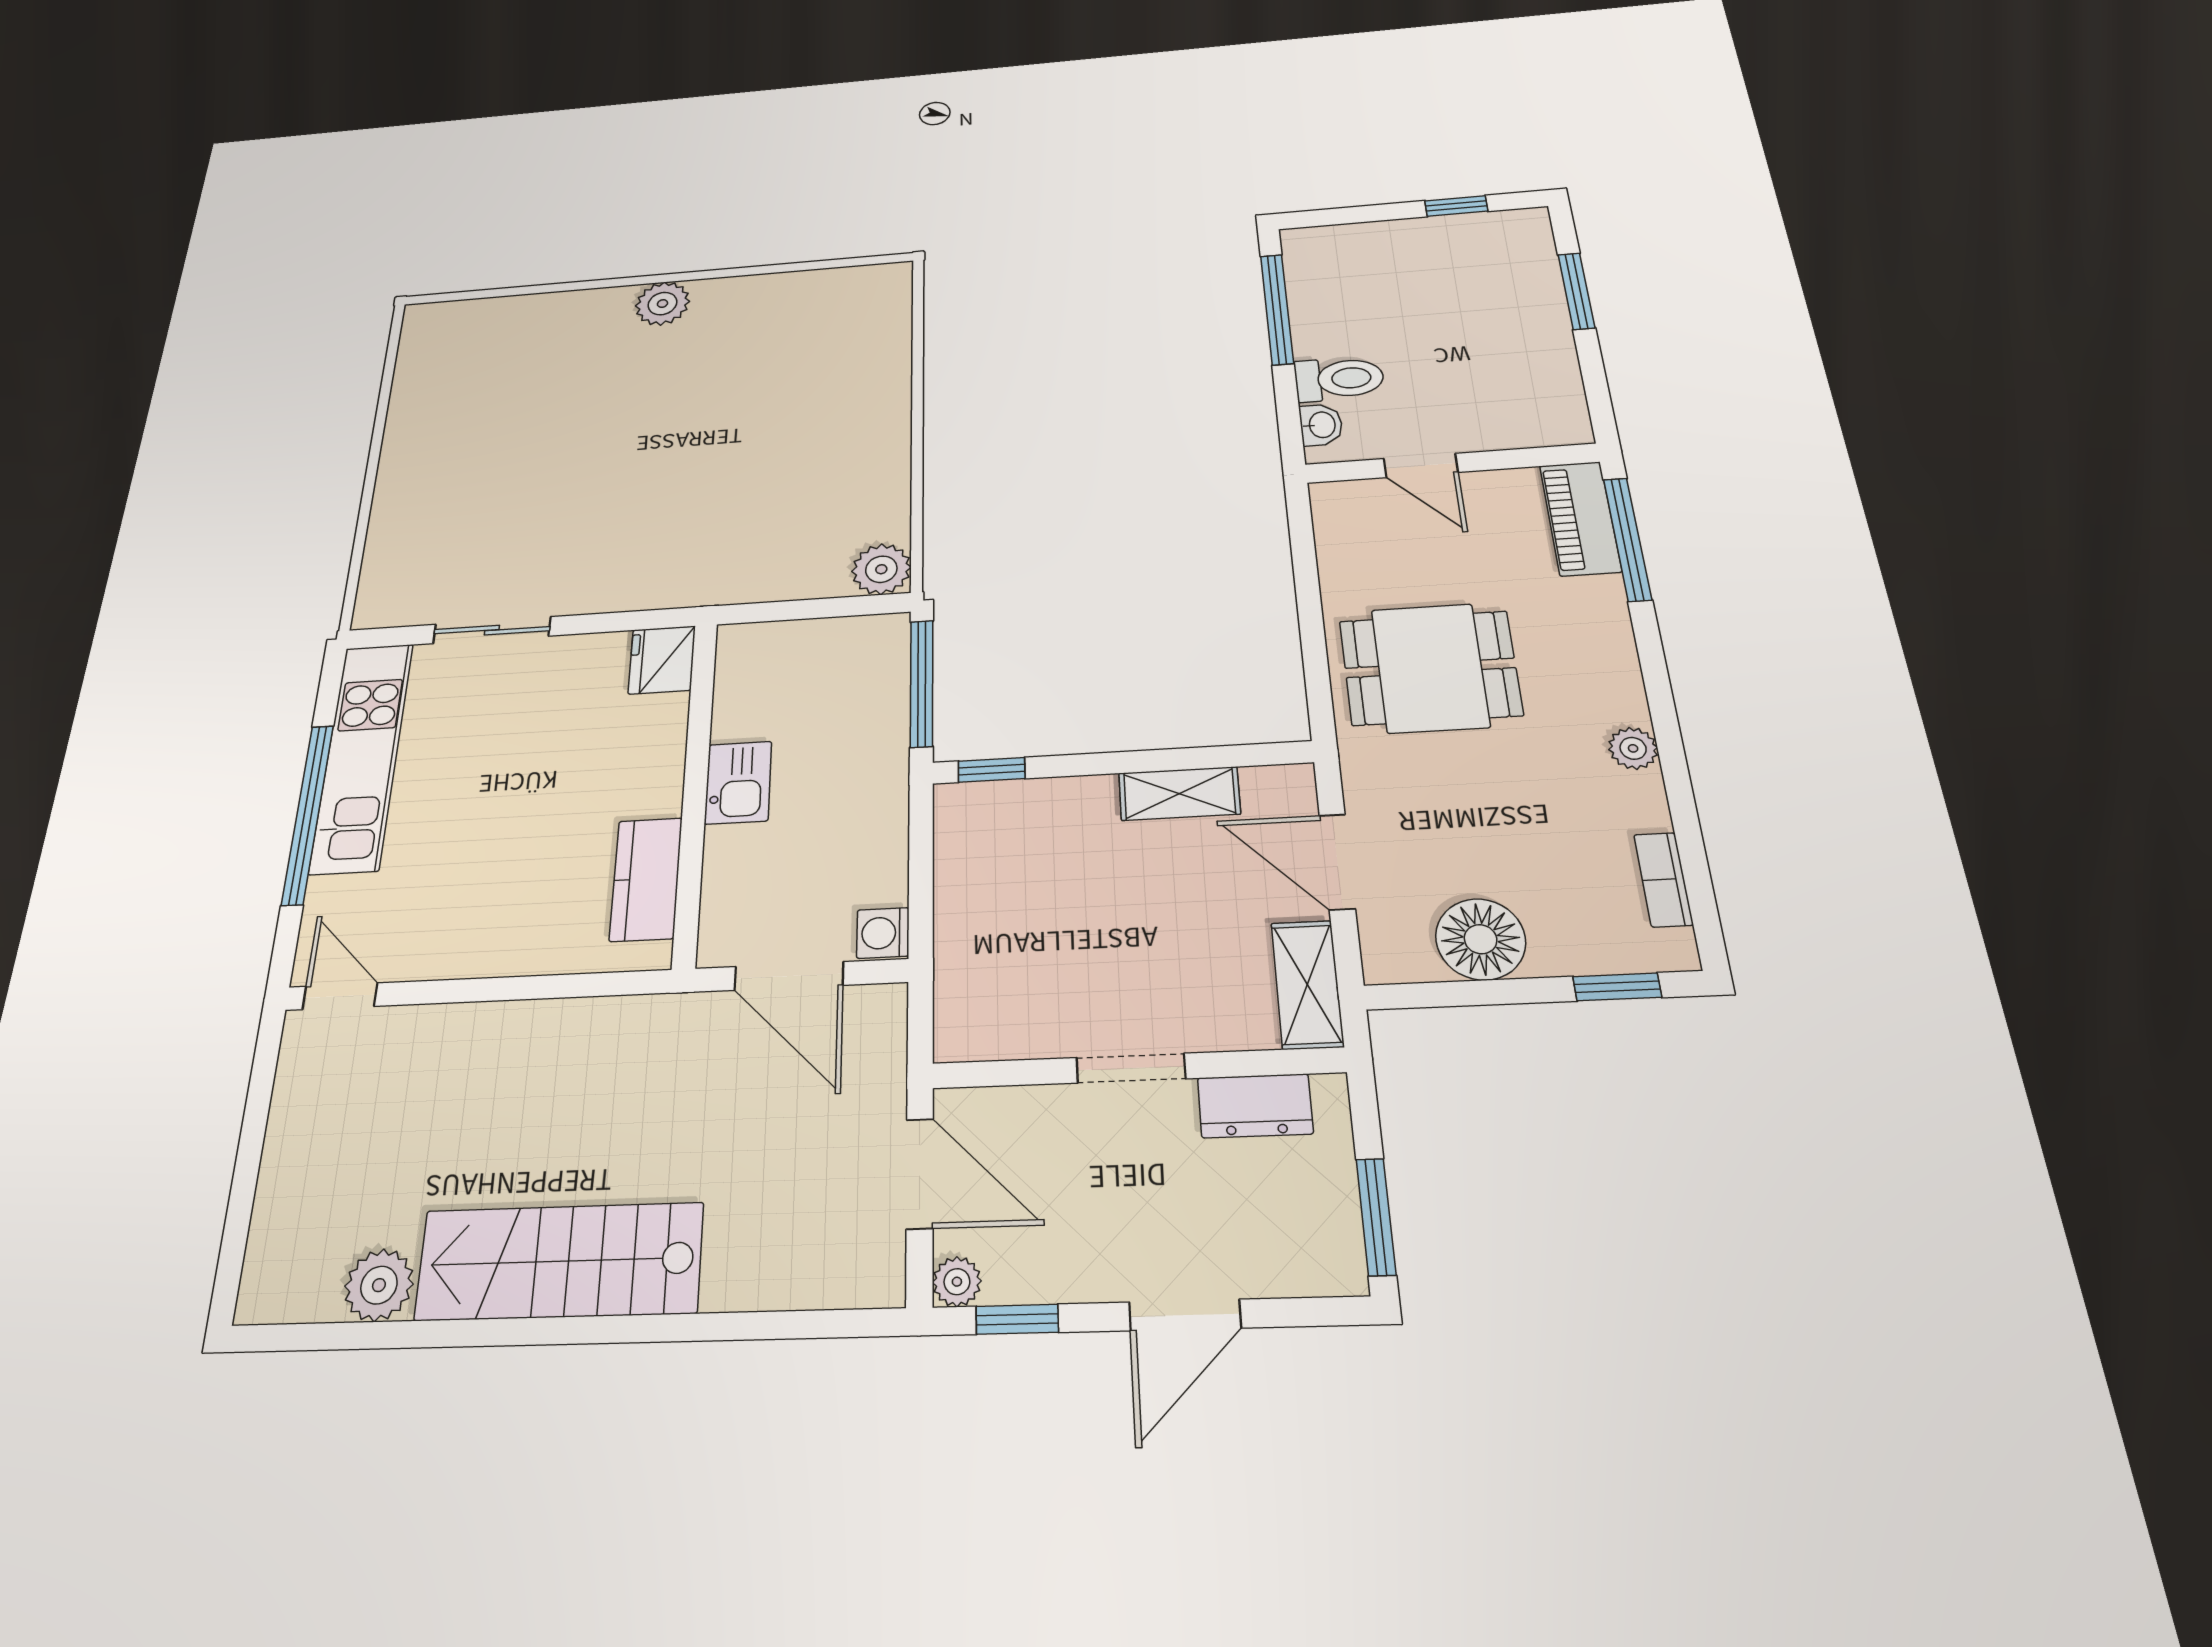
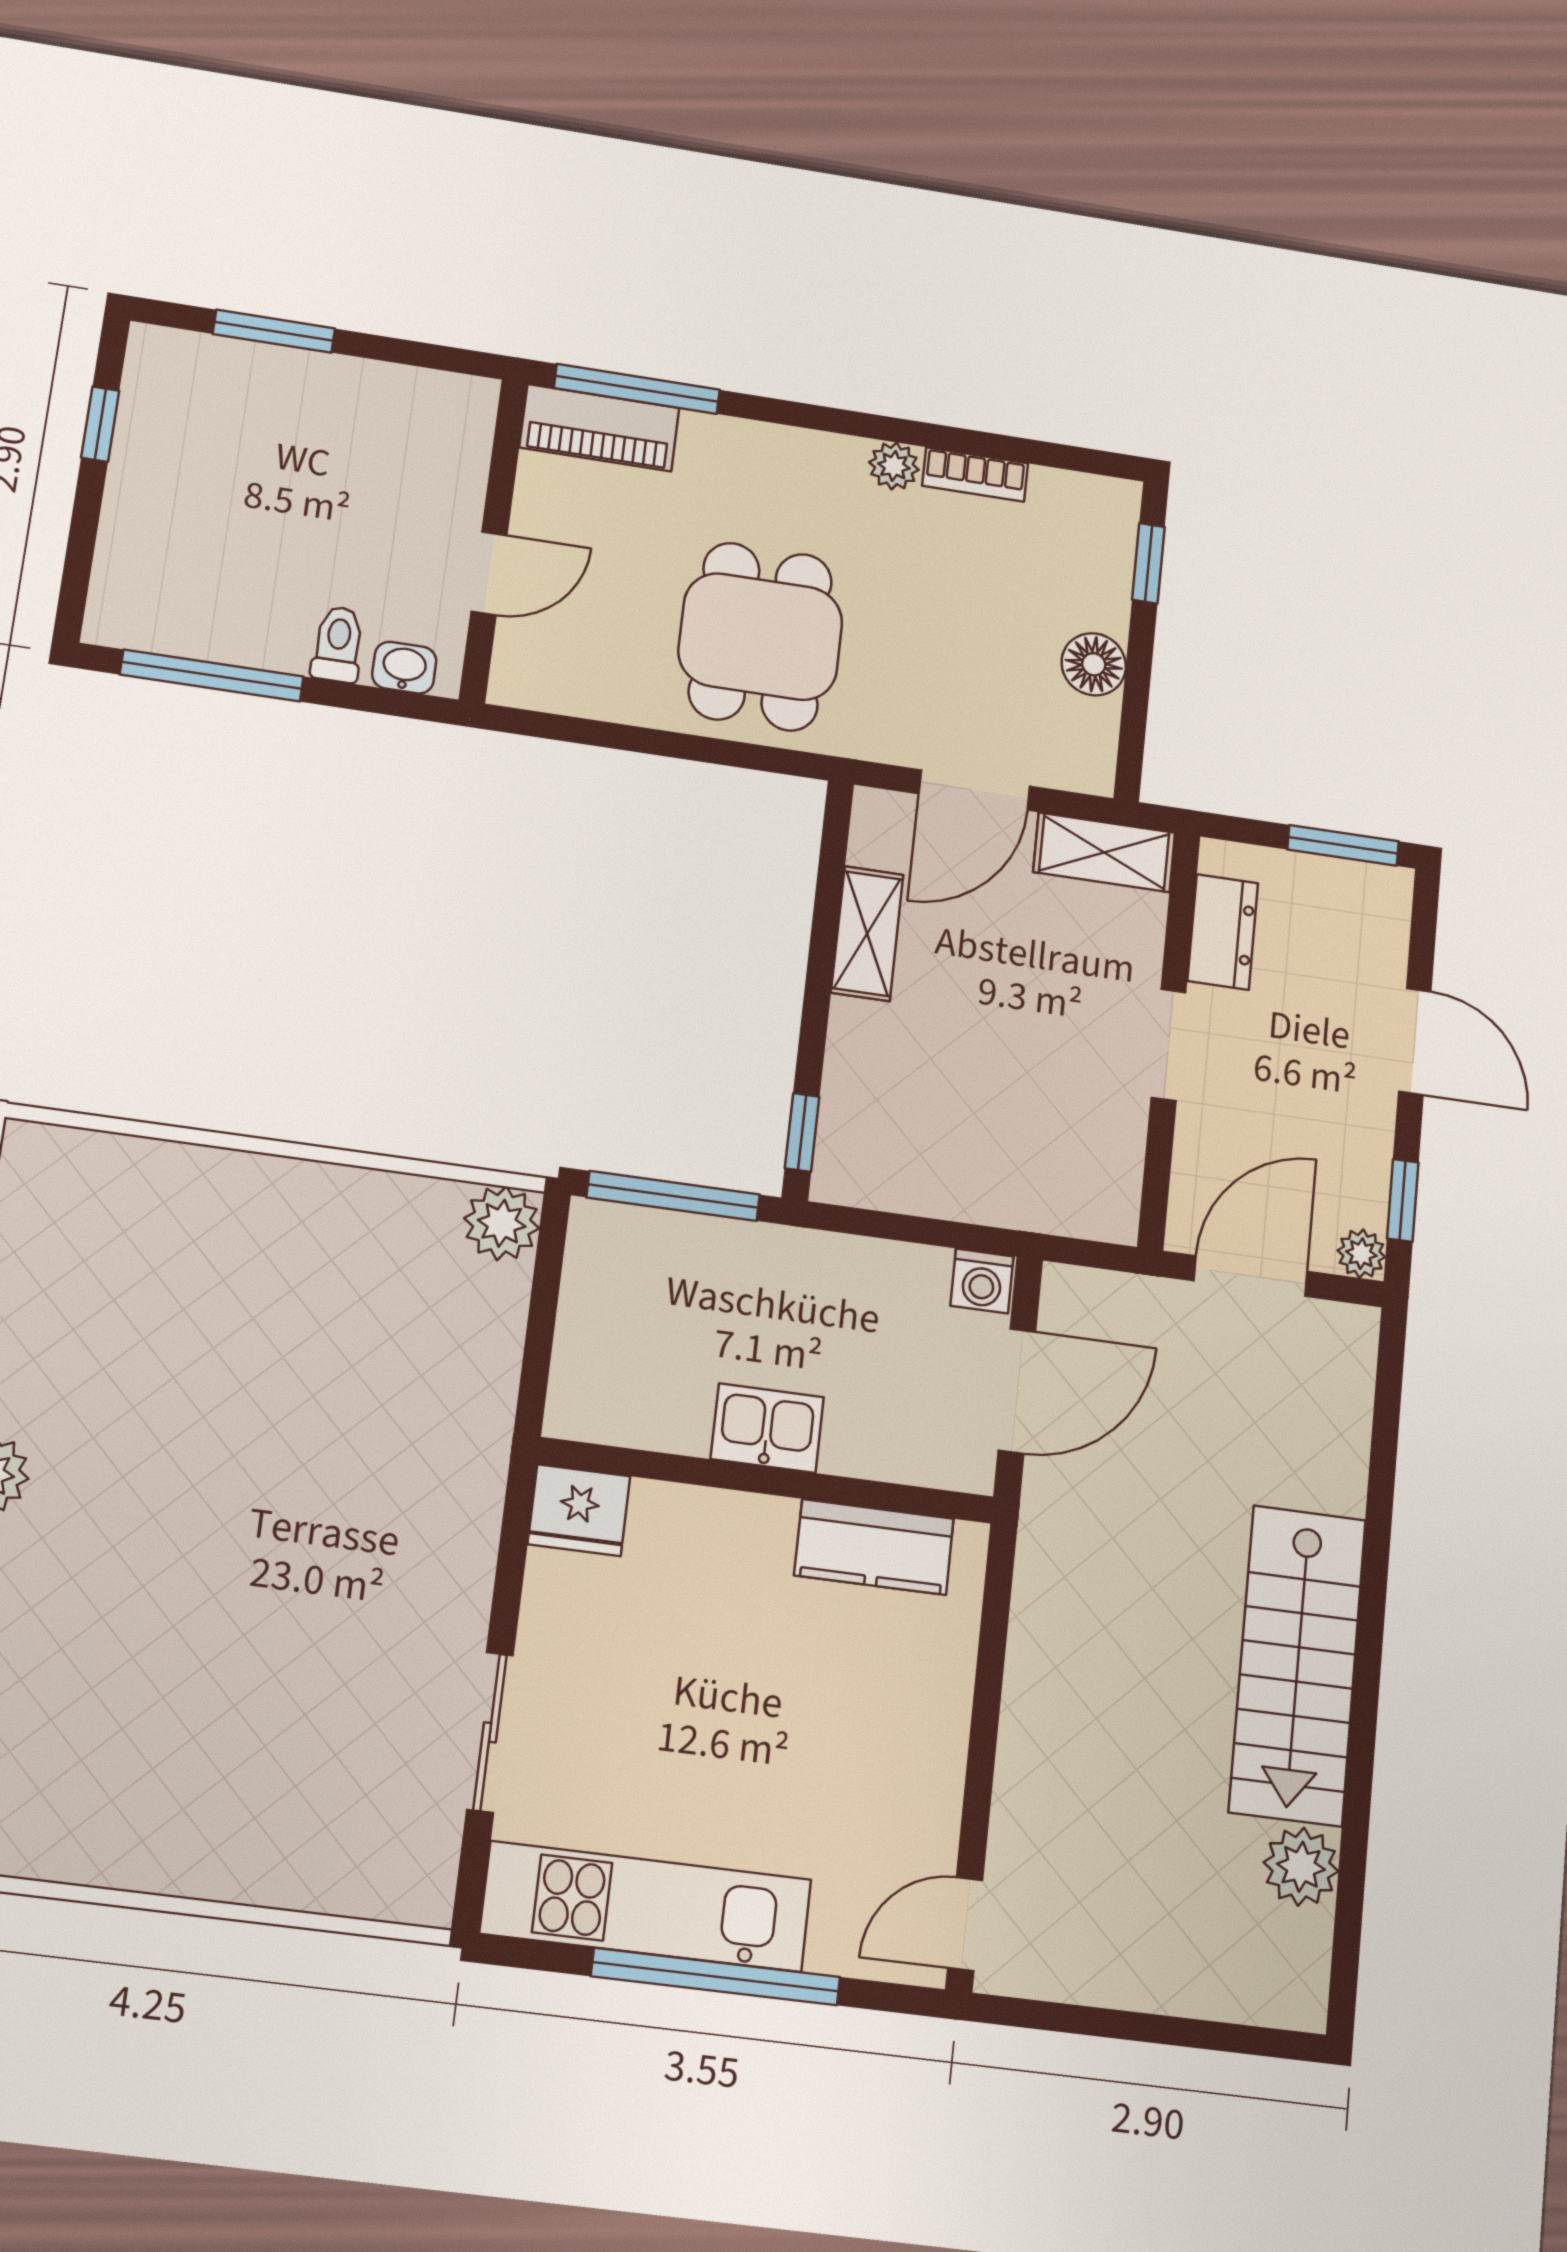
toilet: (1339, 379) -> (338, 644), width x0.73, depth x0.72
bookcase: (1663, 880) -> (975, 474), moved
floor lamp: (1481, 939) -> (1094, 664), width x0.73, depth x0.73

